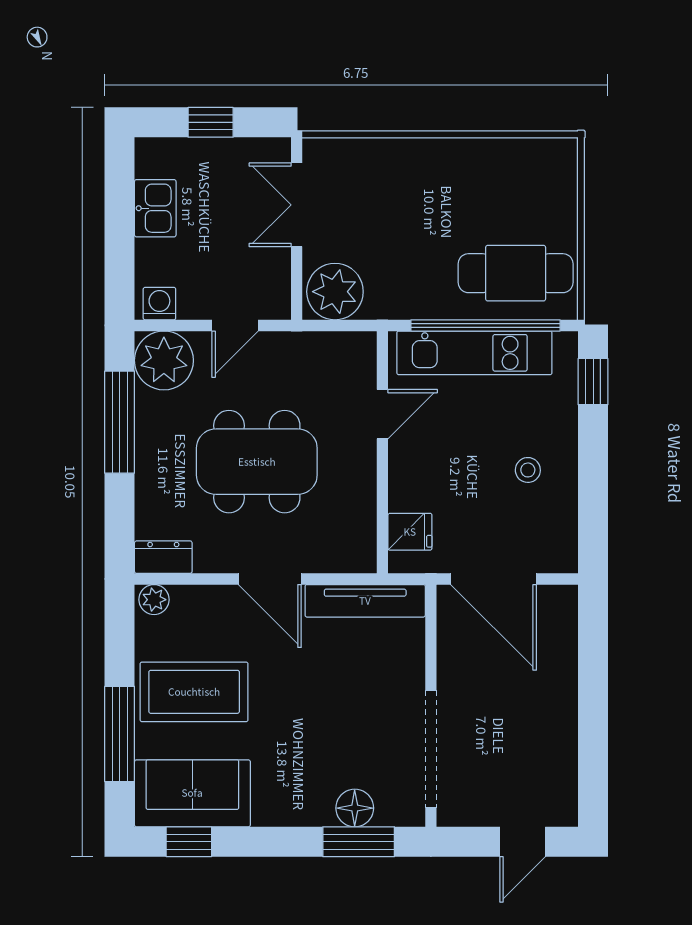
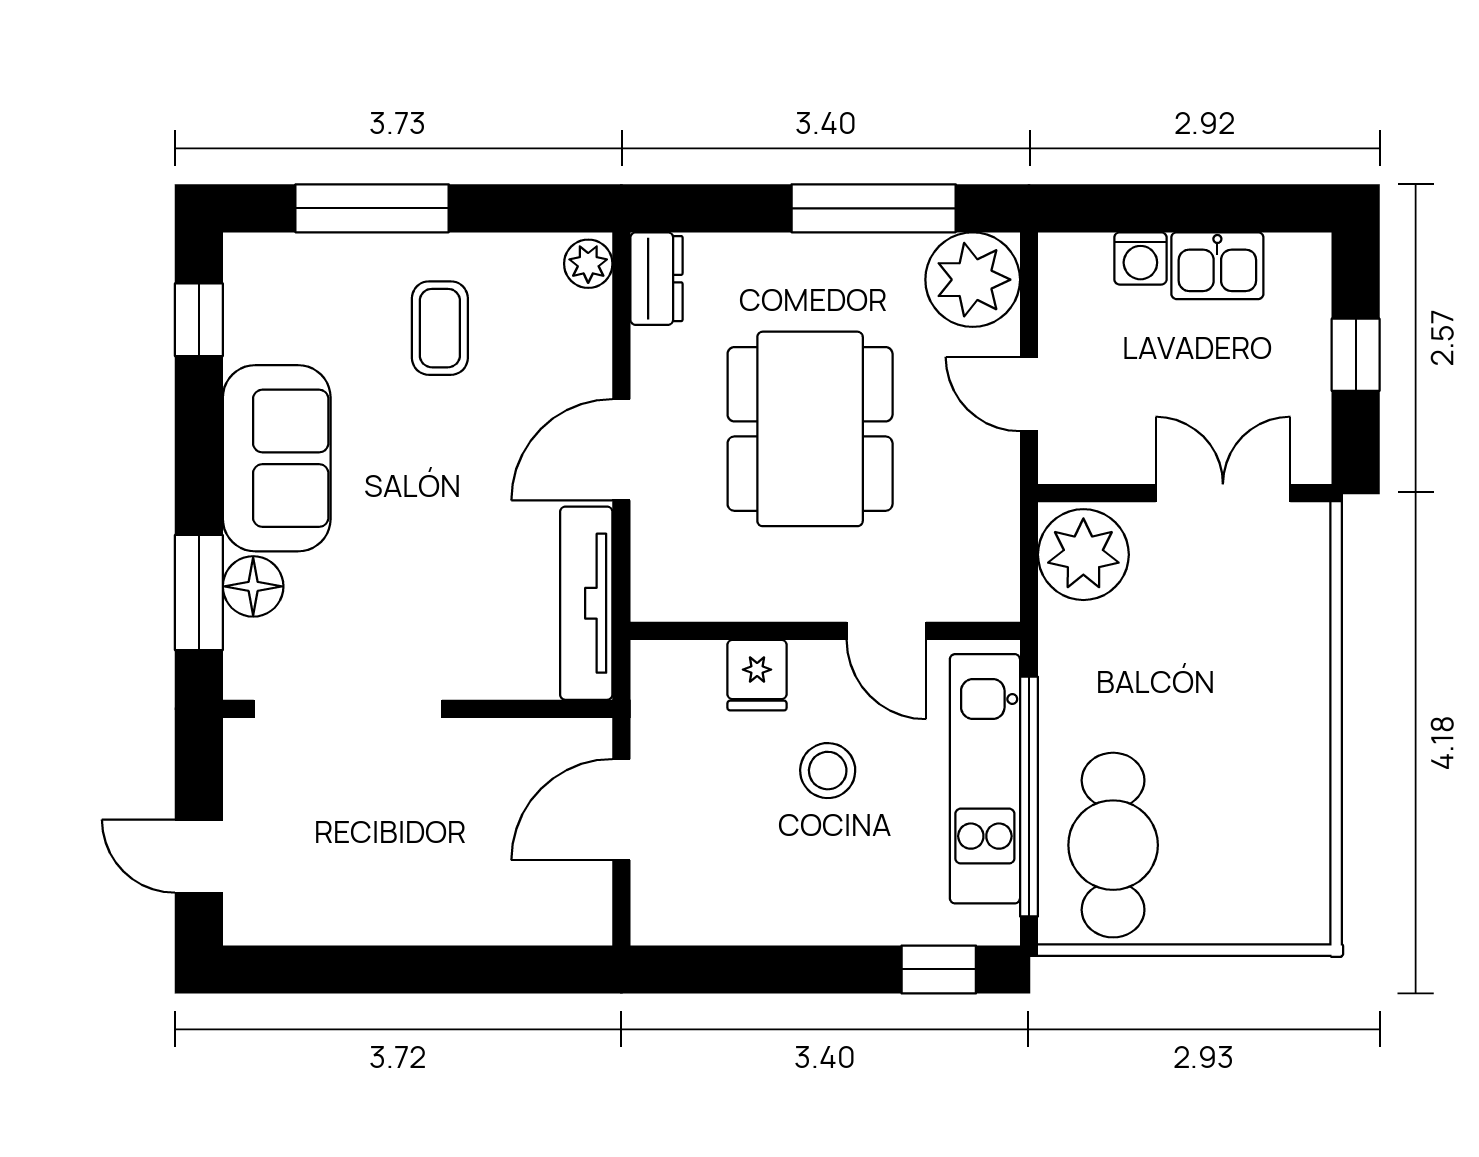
washing machine: (159, 304) -> (1140, 258), moved, turned 90
stool: (528, 470) -> (828, 771), moved, width x1.37, depth x1.37
fridge: (410, 532) -> (757, 675), moved
door: (494, 579) -> (621, 810), width x0.73
coffee table: (194, 692) -> (440, 328), width x0.54, depth x0.58
sofa: (192, 793) -> (277, 458), moved

